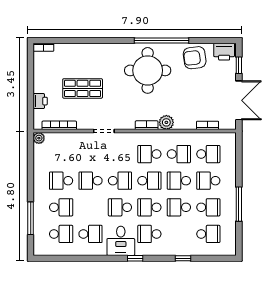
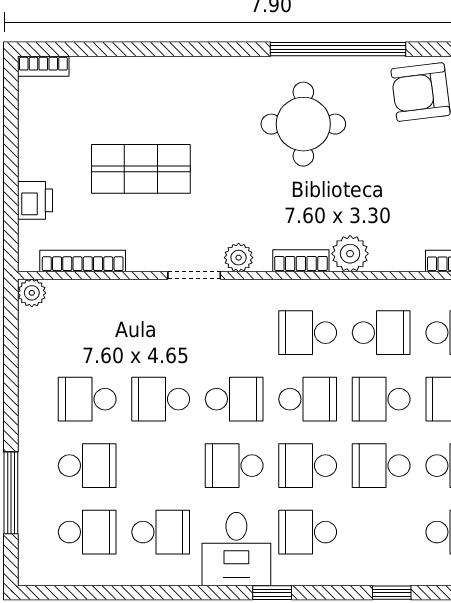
round table: (148, 70) -> (303, 124), width x0.73, depth x0.73
plant: (122, 124) -> (239, 258), added

